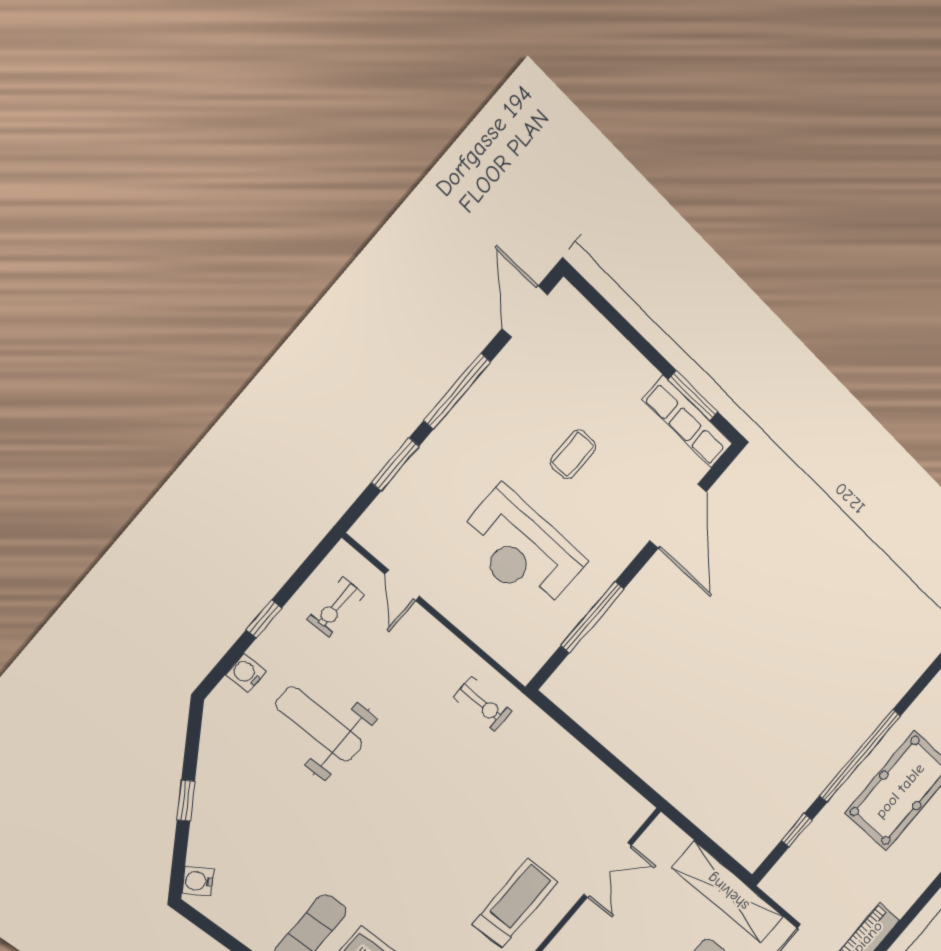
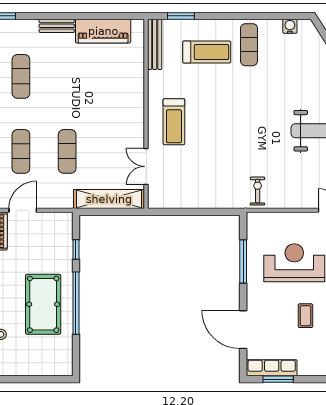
exercise bike: (483, 704) -> (258, 191), turned 90
water cooler: (198, 881) -> (290, 26), moved, turned -57
shelving: (728, 892) -> (109, 199), moved

